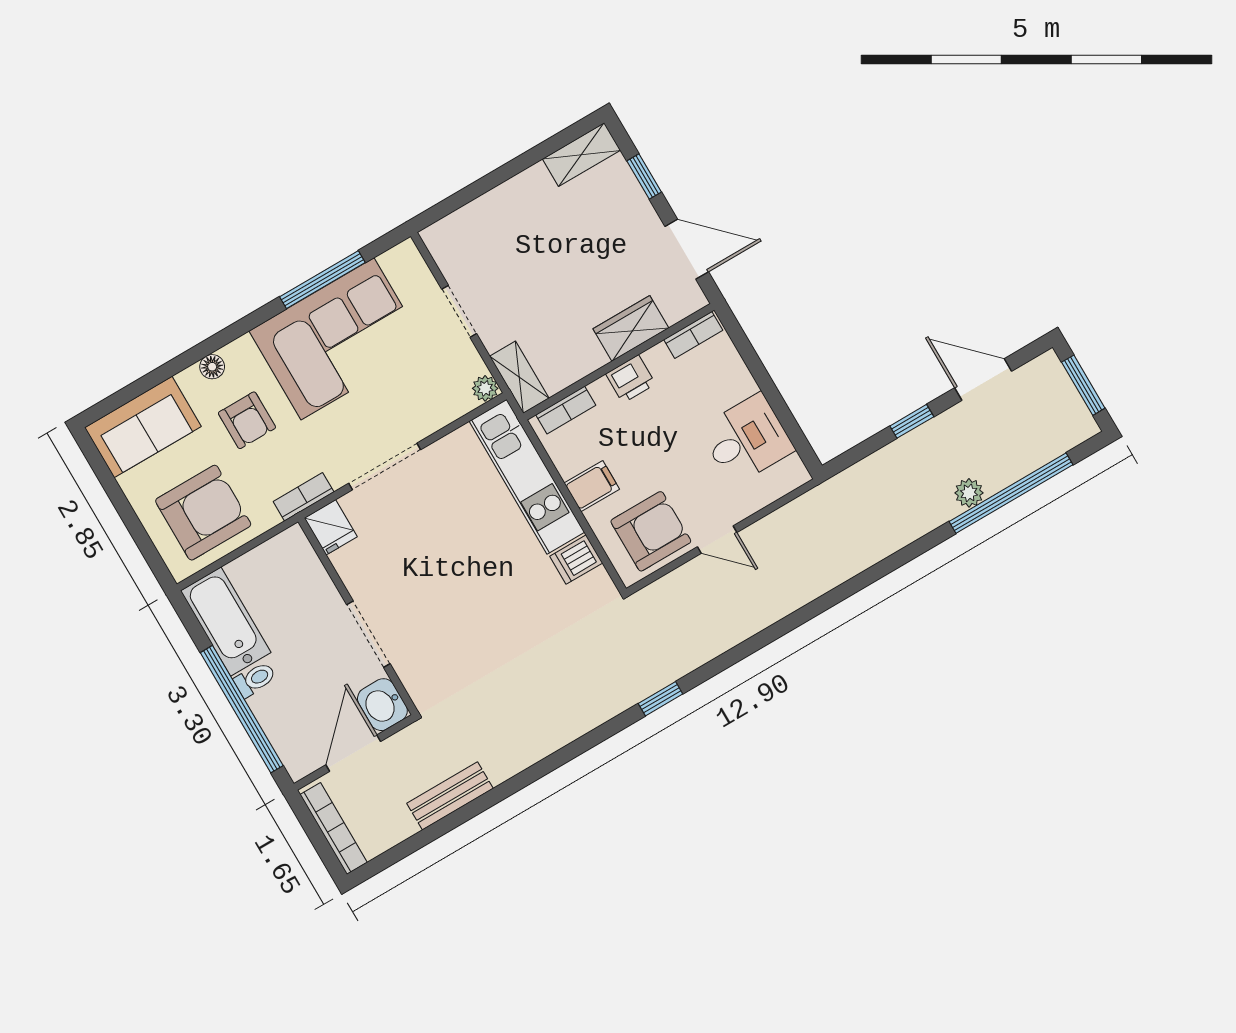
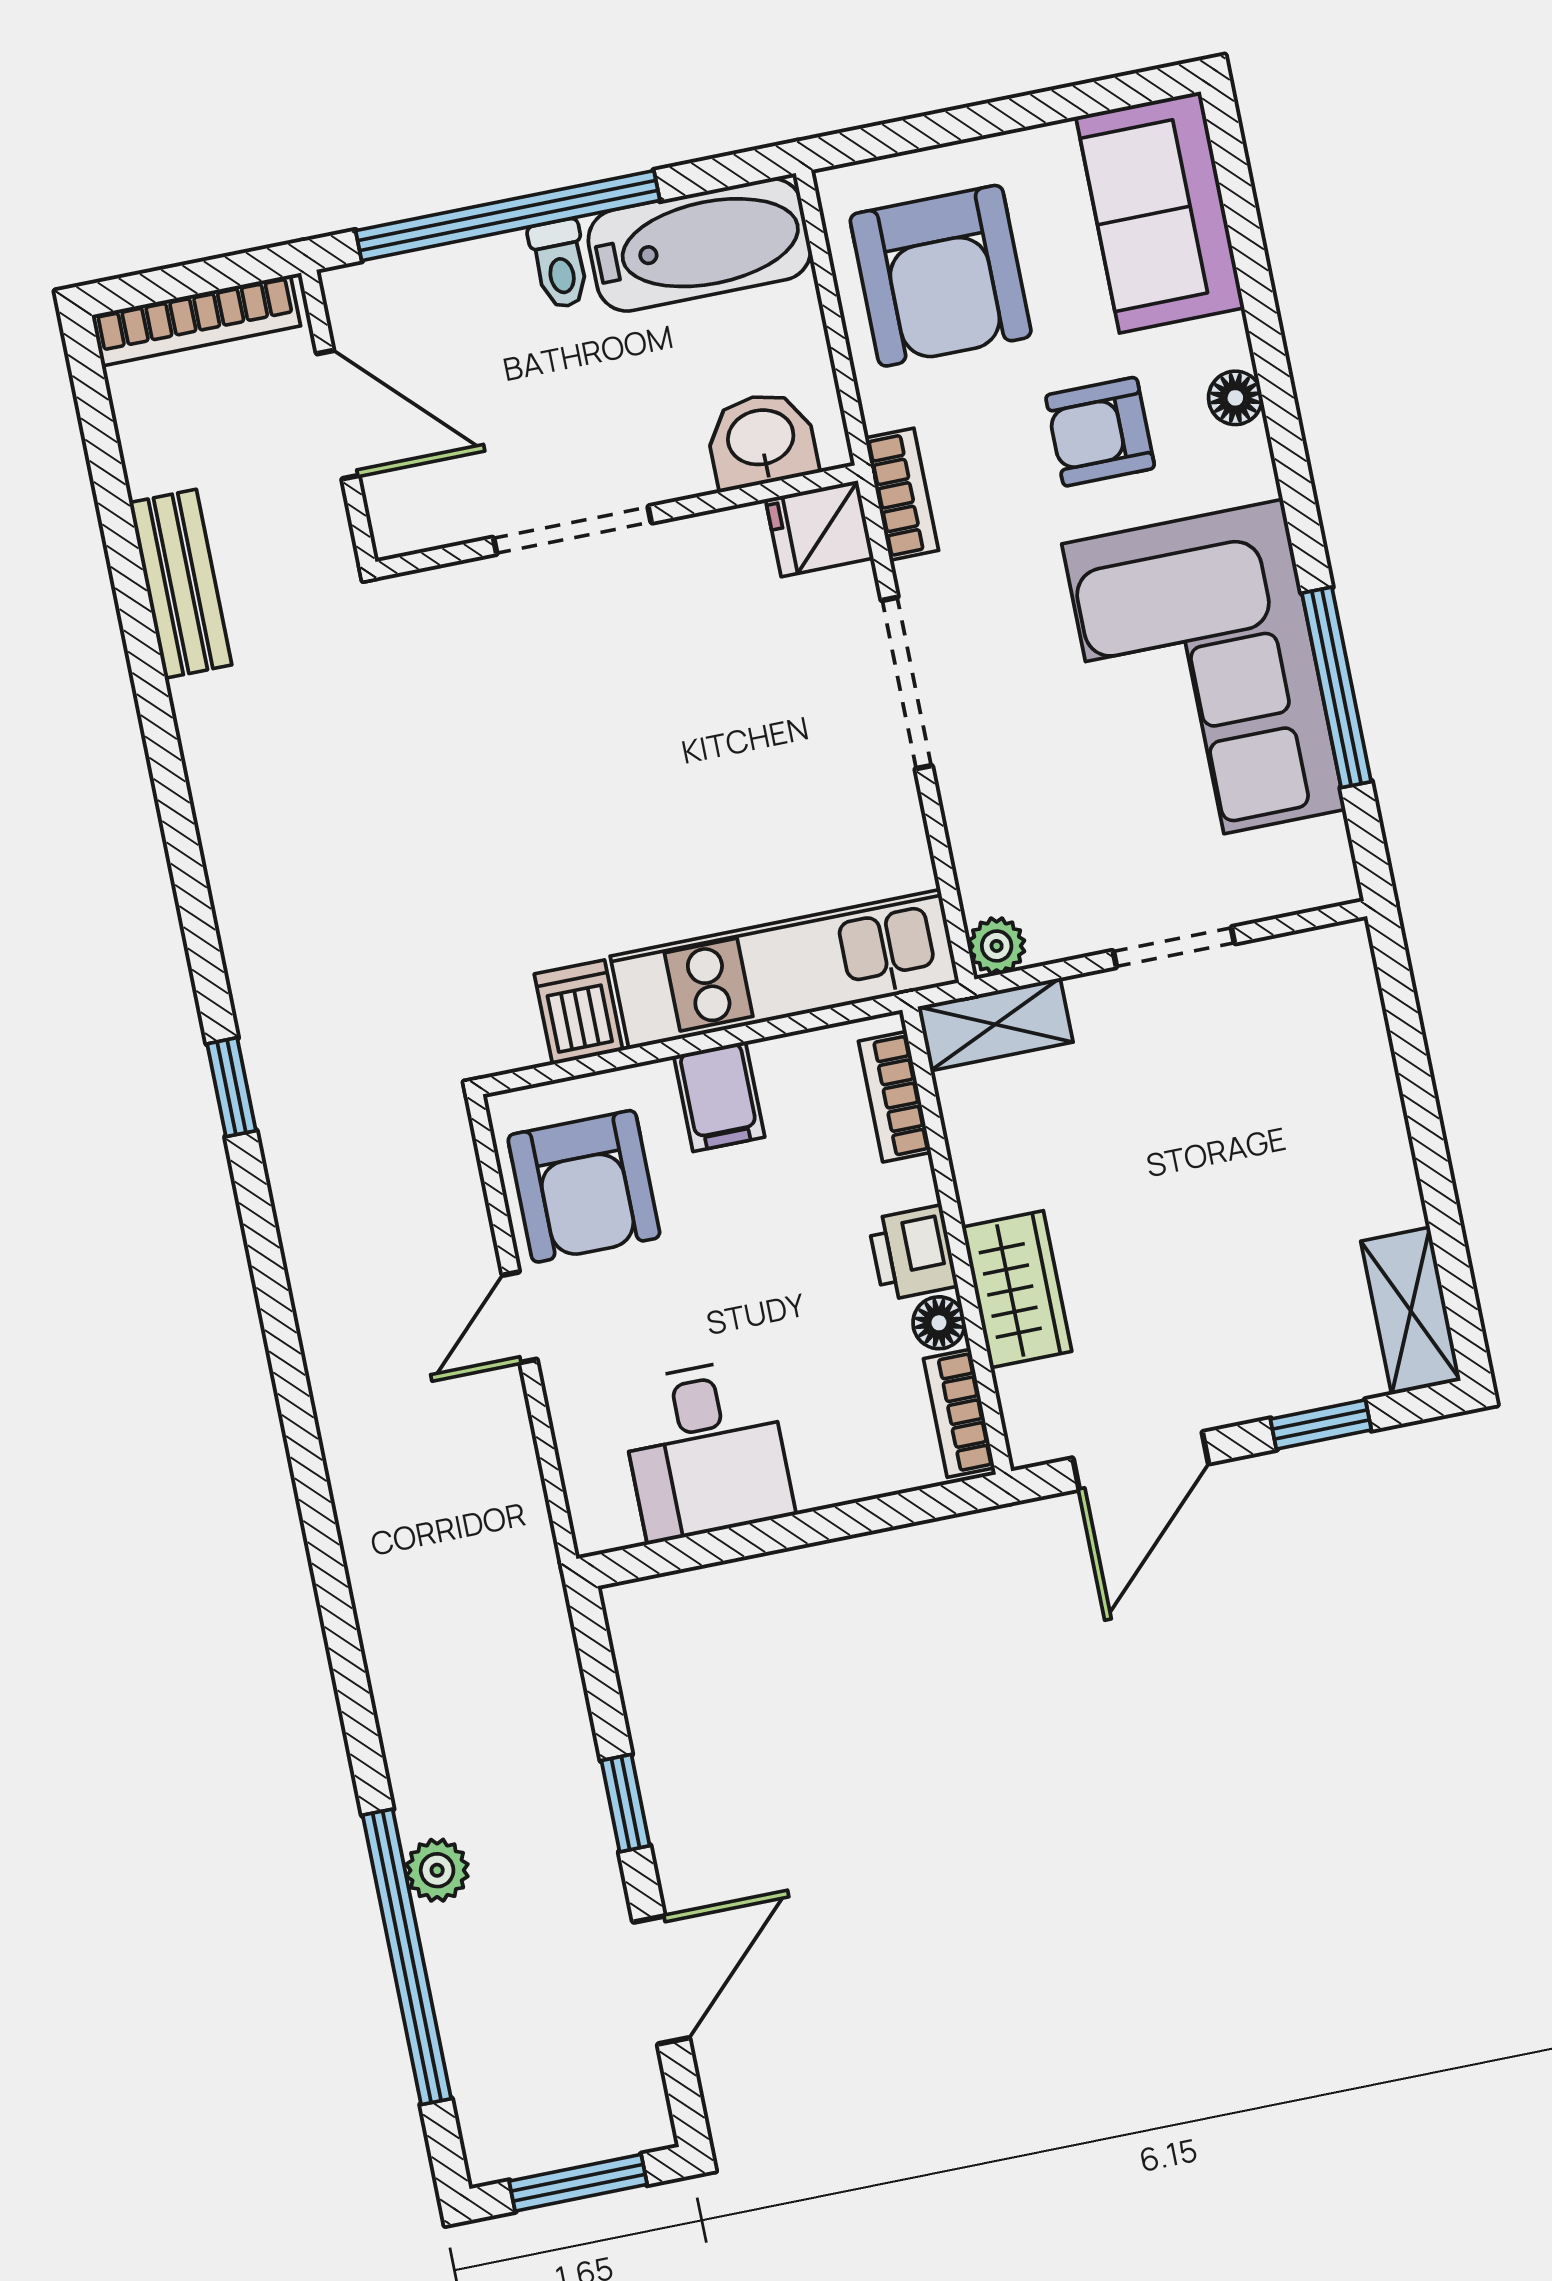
floor lamp: (657, 357) -> (939, 1323), added
washbasin: (382, 705) -> (761, 440), moved

